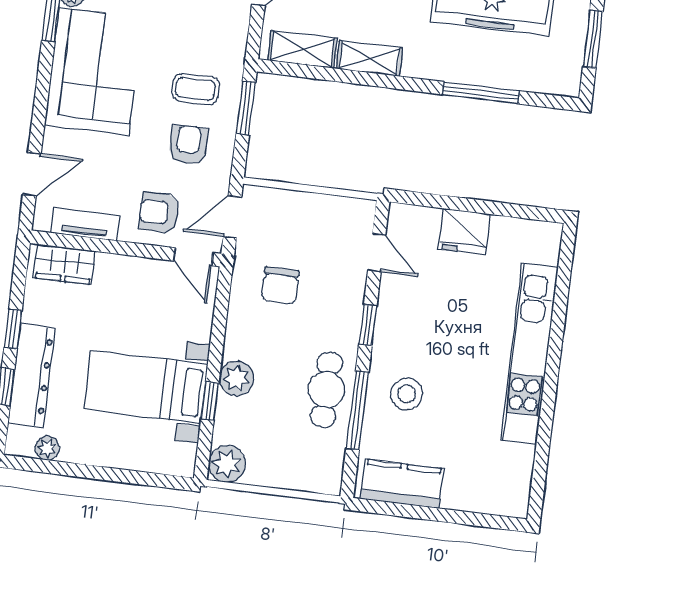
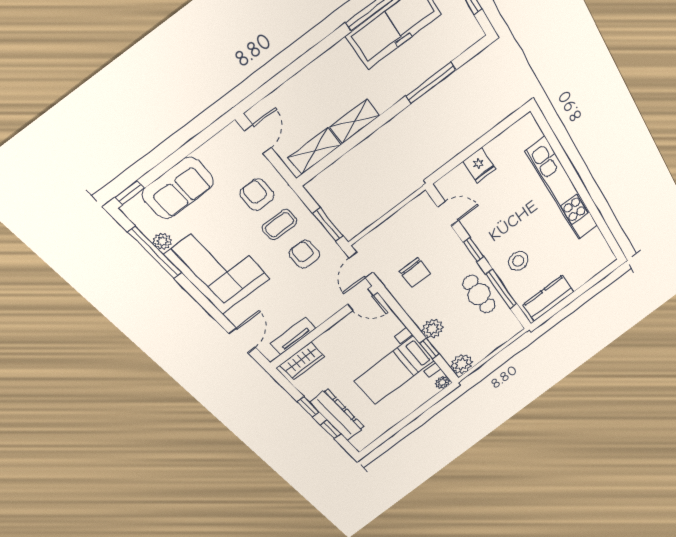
window: (246, 108) -> (328, 225), moved
armchair: (159, 212) -> (257, 195), moved, turned 90
fridge: (464, 231) -> (479, 165), width x0.72
plant: (47, 448) -> (443, 382), moved

